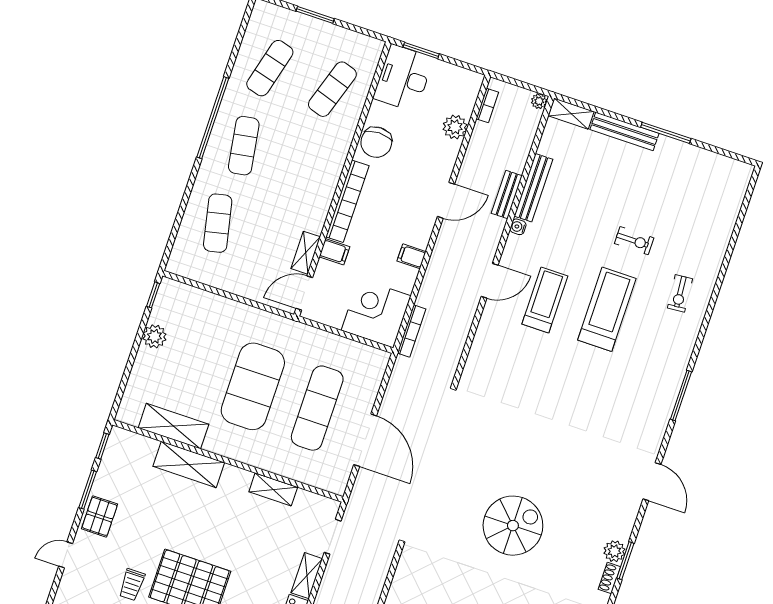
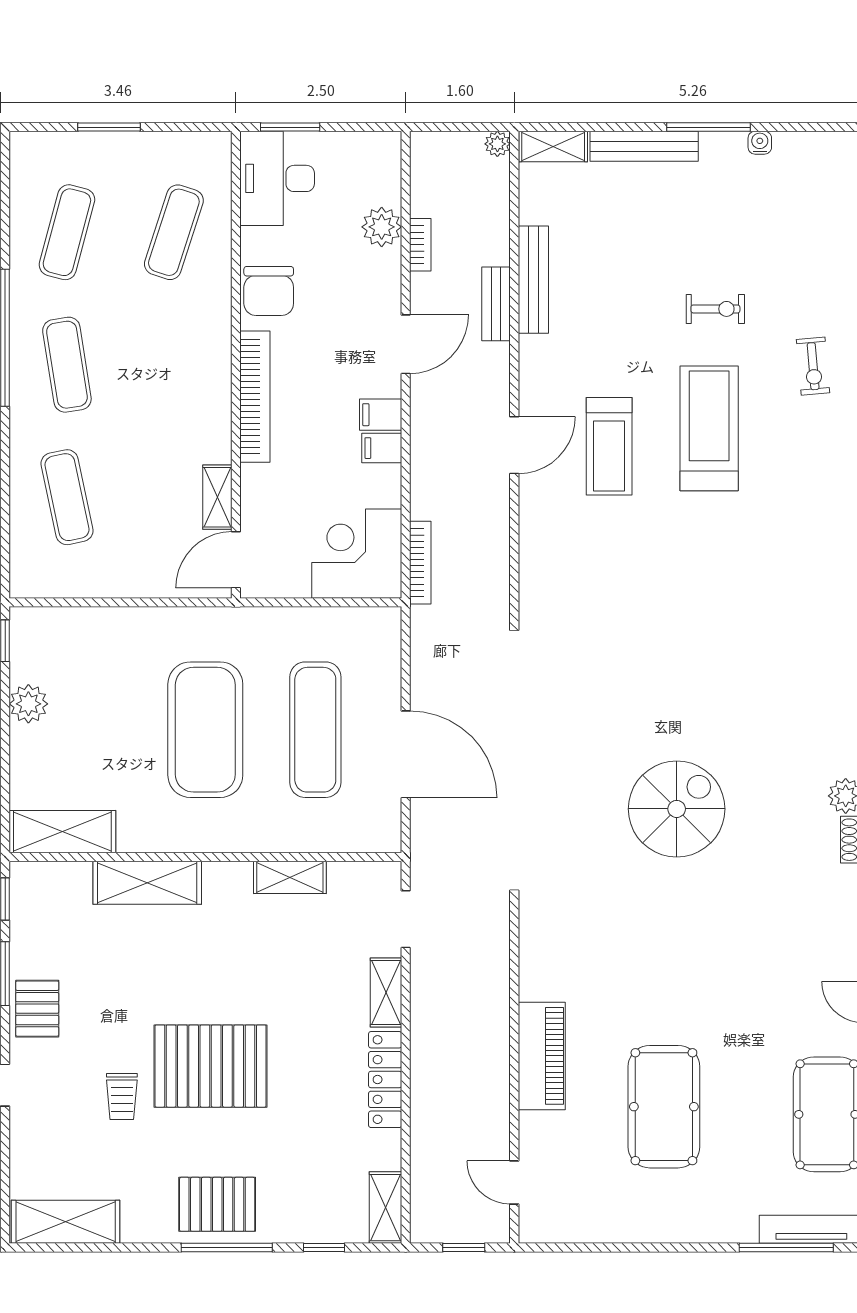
bookcase: (487, 106) -> (420, 245), moved
water cooler: (518, 227) -> (760, 143), moved, turned 90
filing cabinet: (334, 252) -> (381, 415), moved, turned 180
treadmill: (545, 300) -> (609, 446), turned 180
shelving: (173, 426) -> (62, 832), moved

